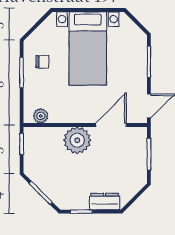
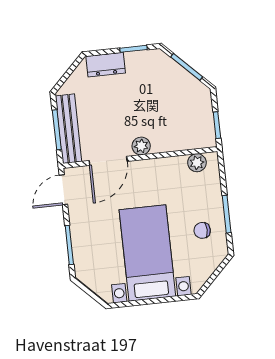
plant: (77, 140) -> (141, 146), width x0.53, depth x0.53
bench: (140, 154) -> (69, 129), added

